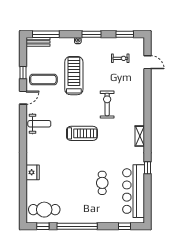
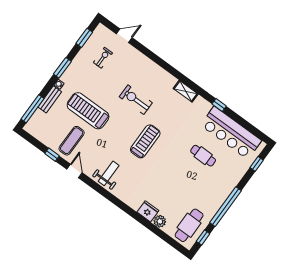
bench: (38, 42) -> (50, 99), moved
plant: (32, 186) -> (160, 221), added

